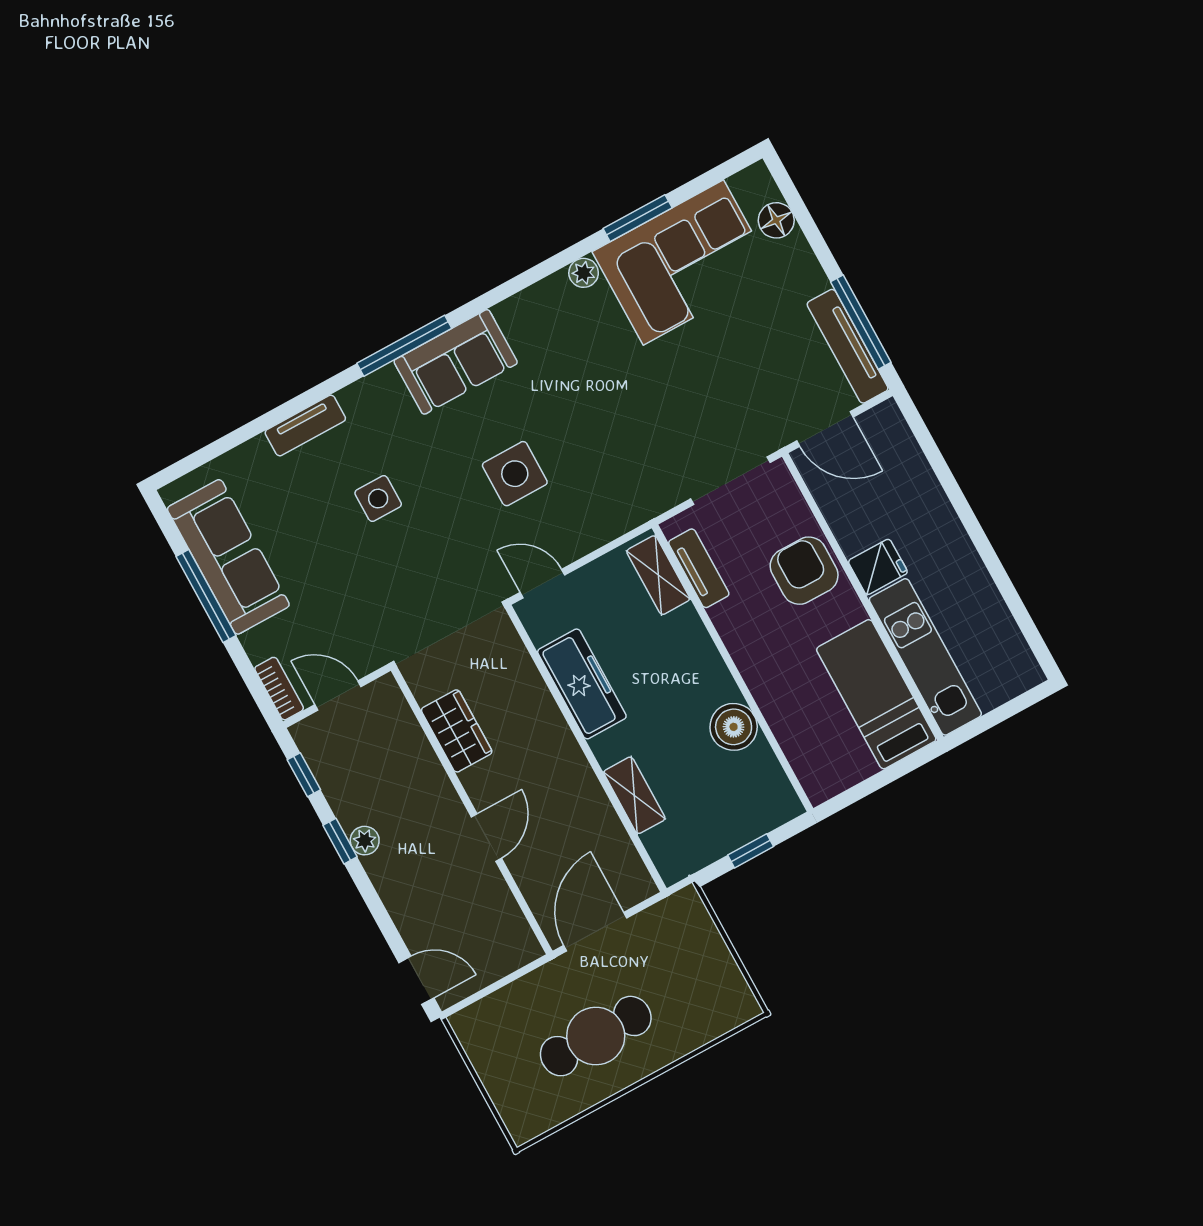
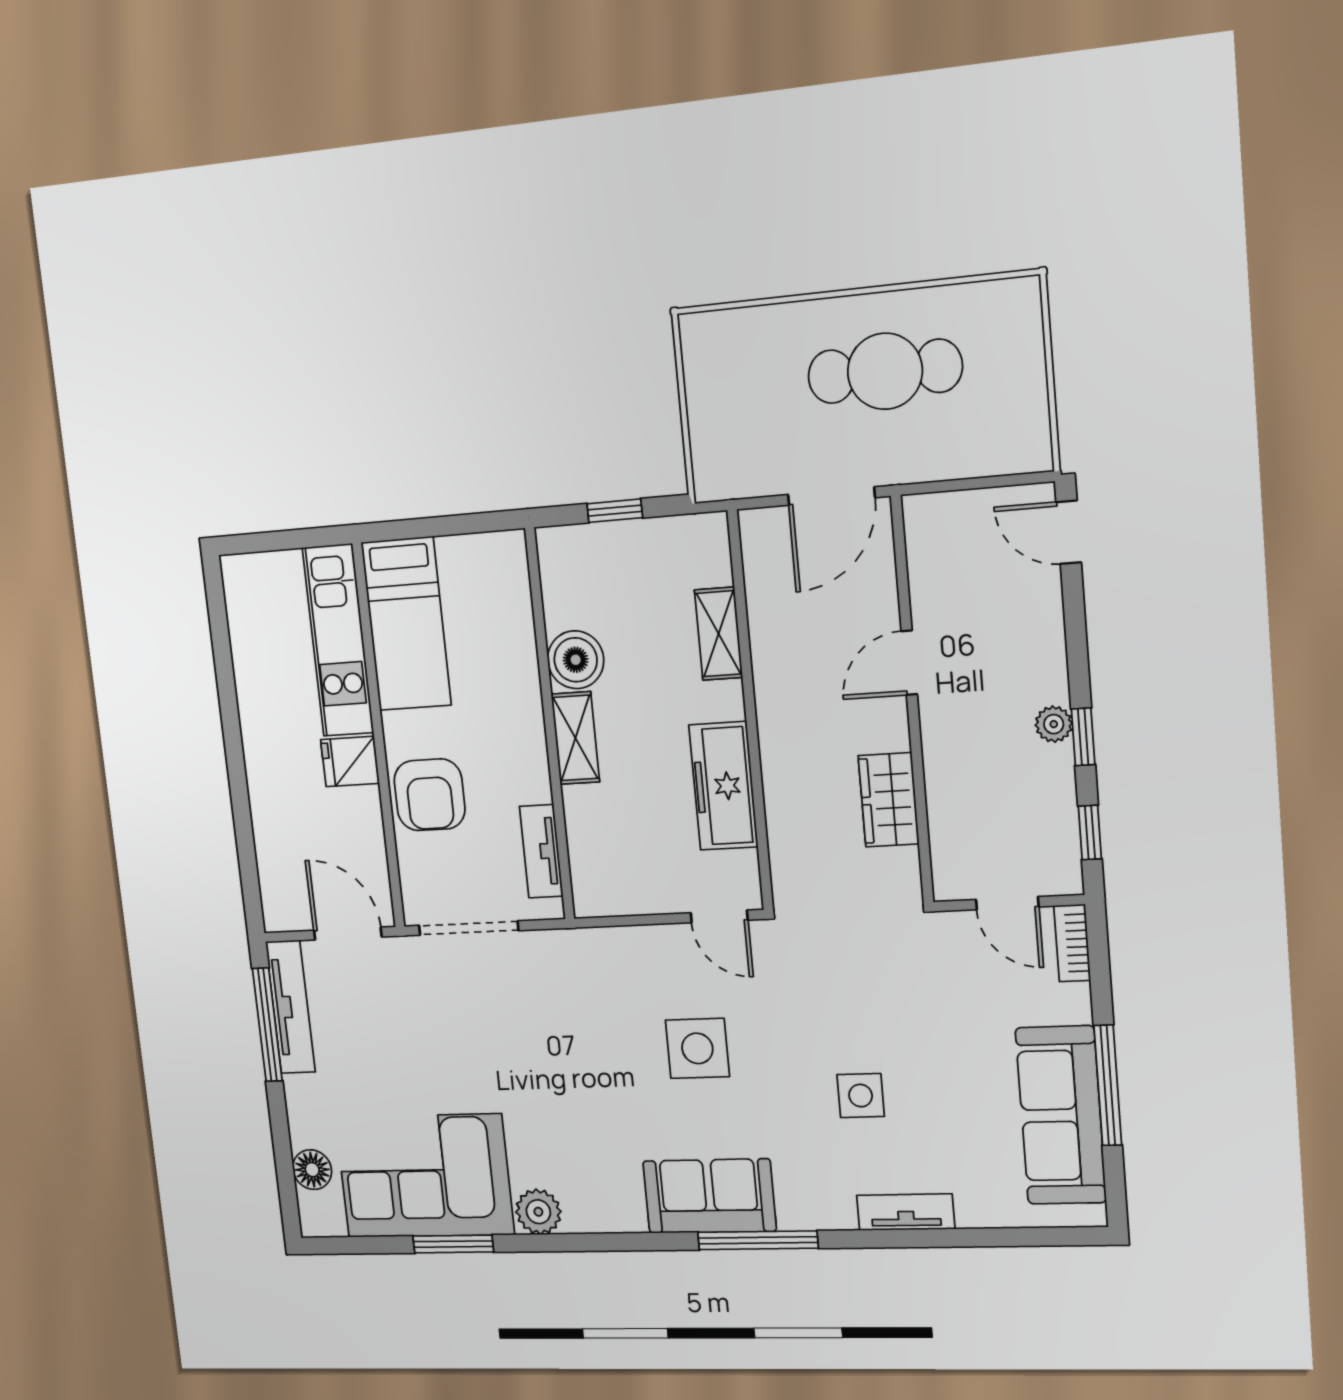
plant: (584, 273) -> (538, 1212), width x1.38, depth x1.38
shelving: (658, 575) -> (575, 738), moved

